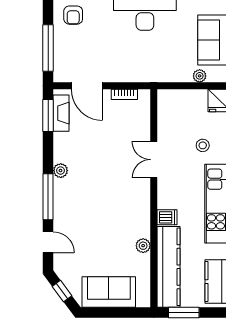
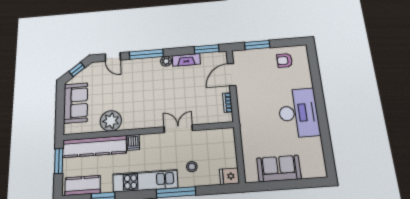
window: (48, 48) -> (257, 45), width x0.69
plant: (200, 76) -> (248, 160), removed
fireplace: (61, 113) -> (186, 60), moved
door: (48, 242) -> (113, 57), hinge flipped
plant: (143, 246) -> (111, 121), width x1.88, depth x1.88

